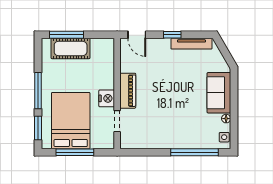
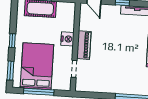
window: (38, 91) -> (12, 41), width x0.46
nightstand: (107, 98) -> (67, 39), moved

